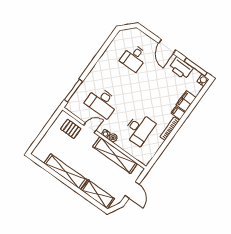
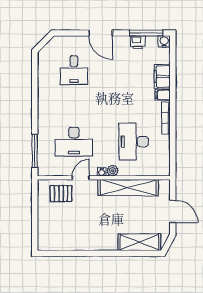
printer: (181, 68) -> (138, 42), width x0.53, depth x0.68
desk: (139, 129) -> (134, 142), turned 180
shelving: (65, 172) -> (88, 243), removed

